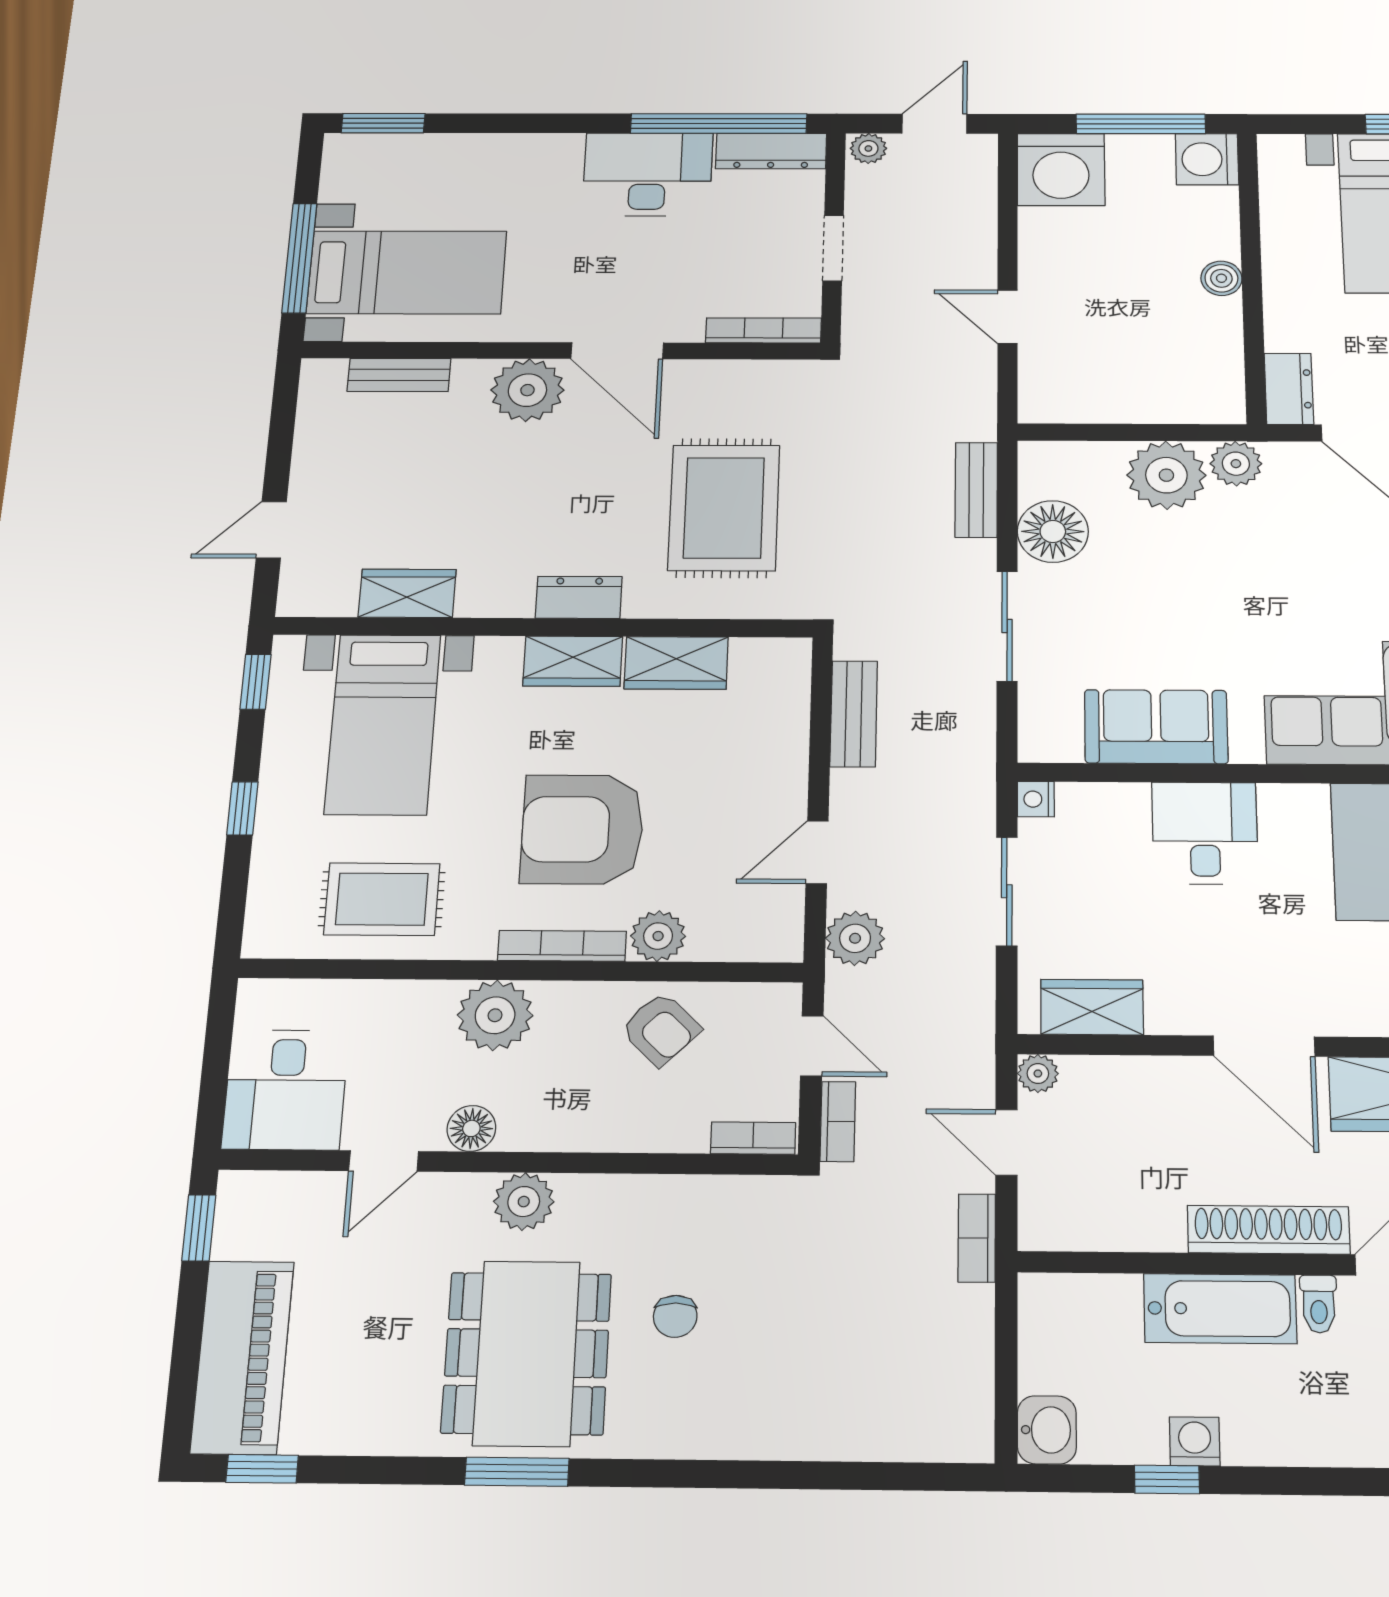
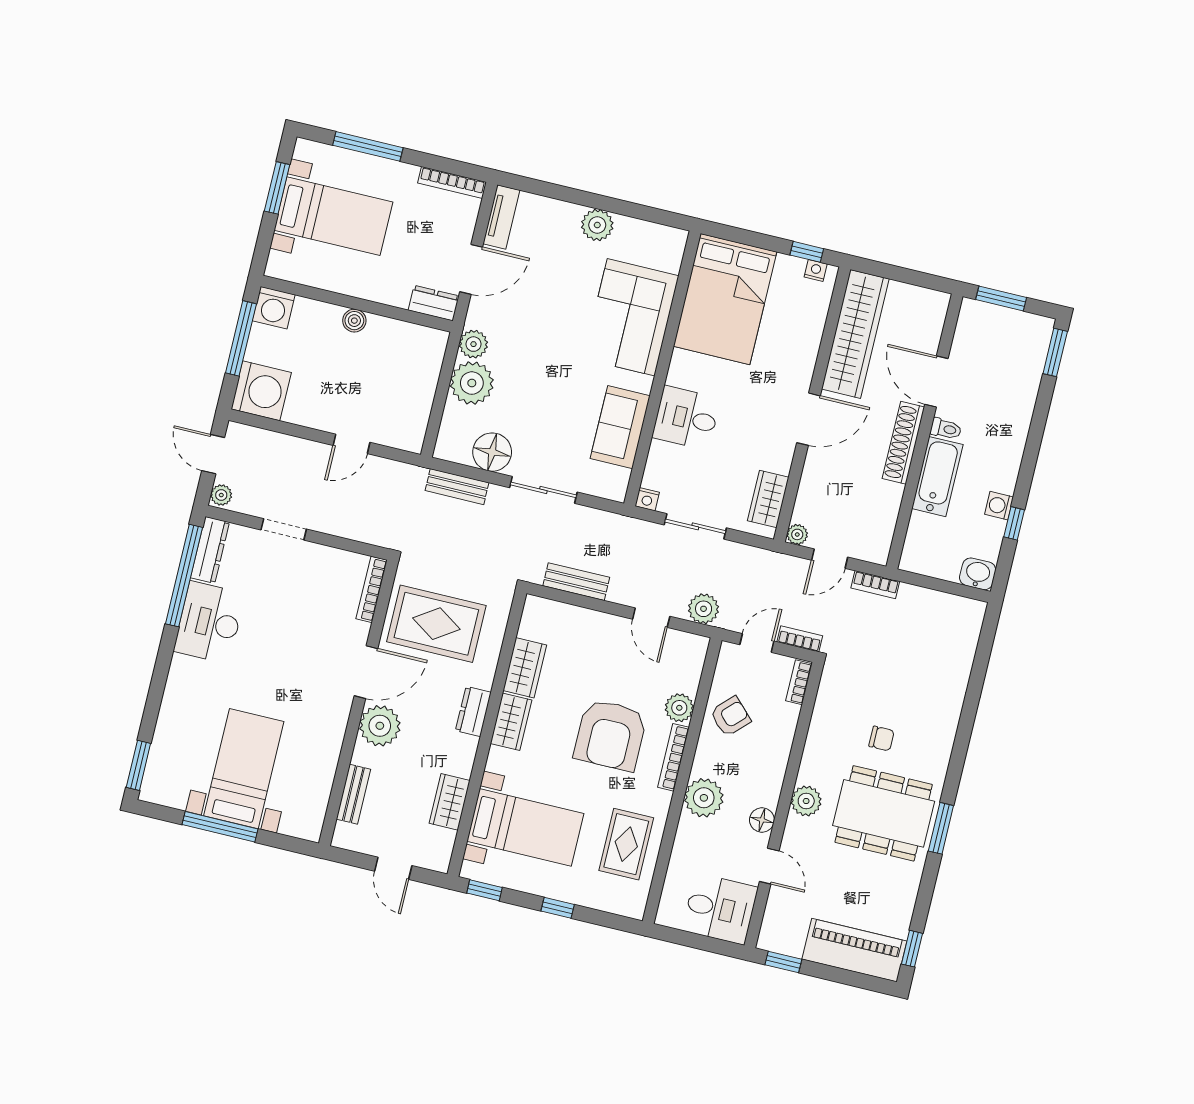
bookcase: (764, 330) -> (372, 589), moved
wall: (561, 351) -> (359, 703), moved
door: (617, 351) -> (366, 672), moved
bench: (399, 375) -> (353, 794), moved
plant: (527, 390) -> (380, 726), moved

